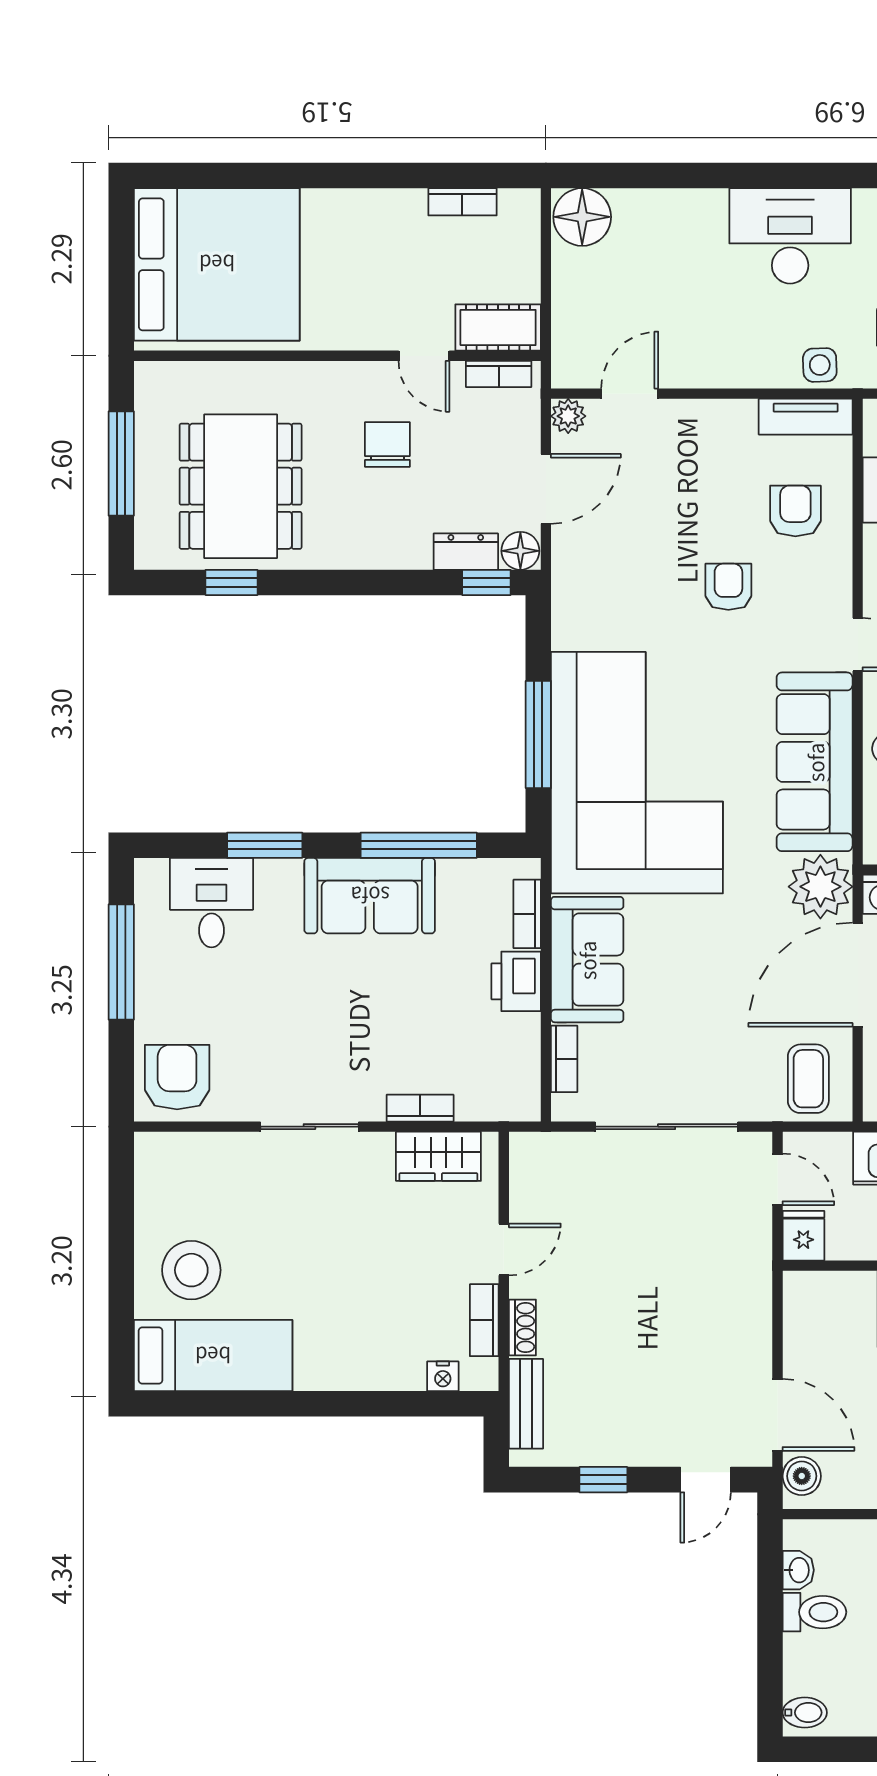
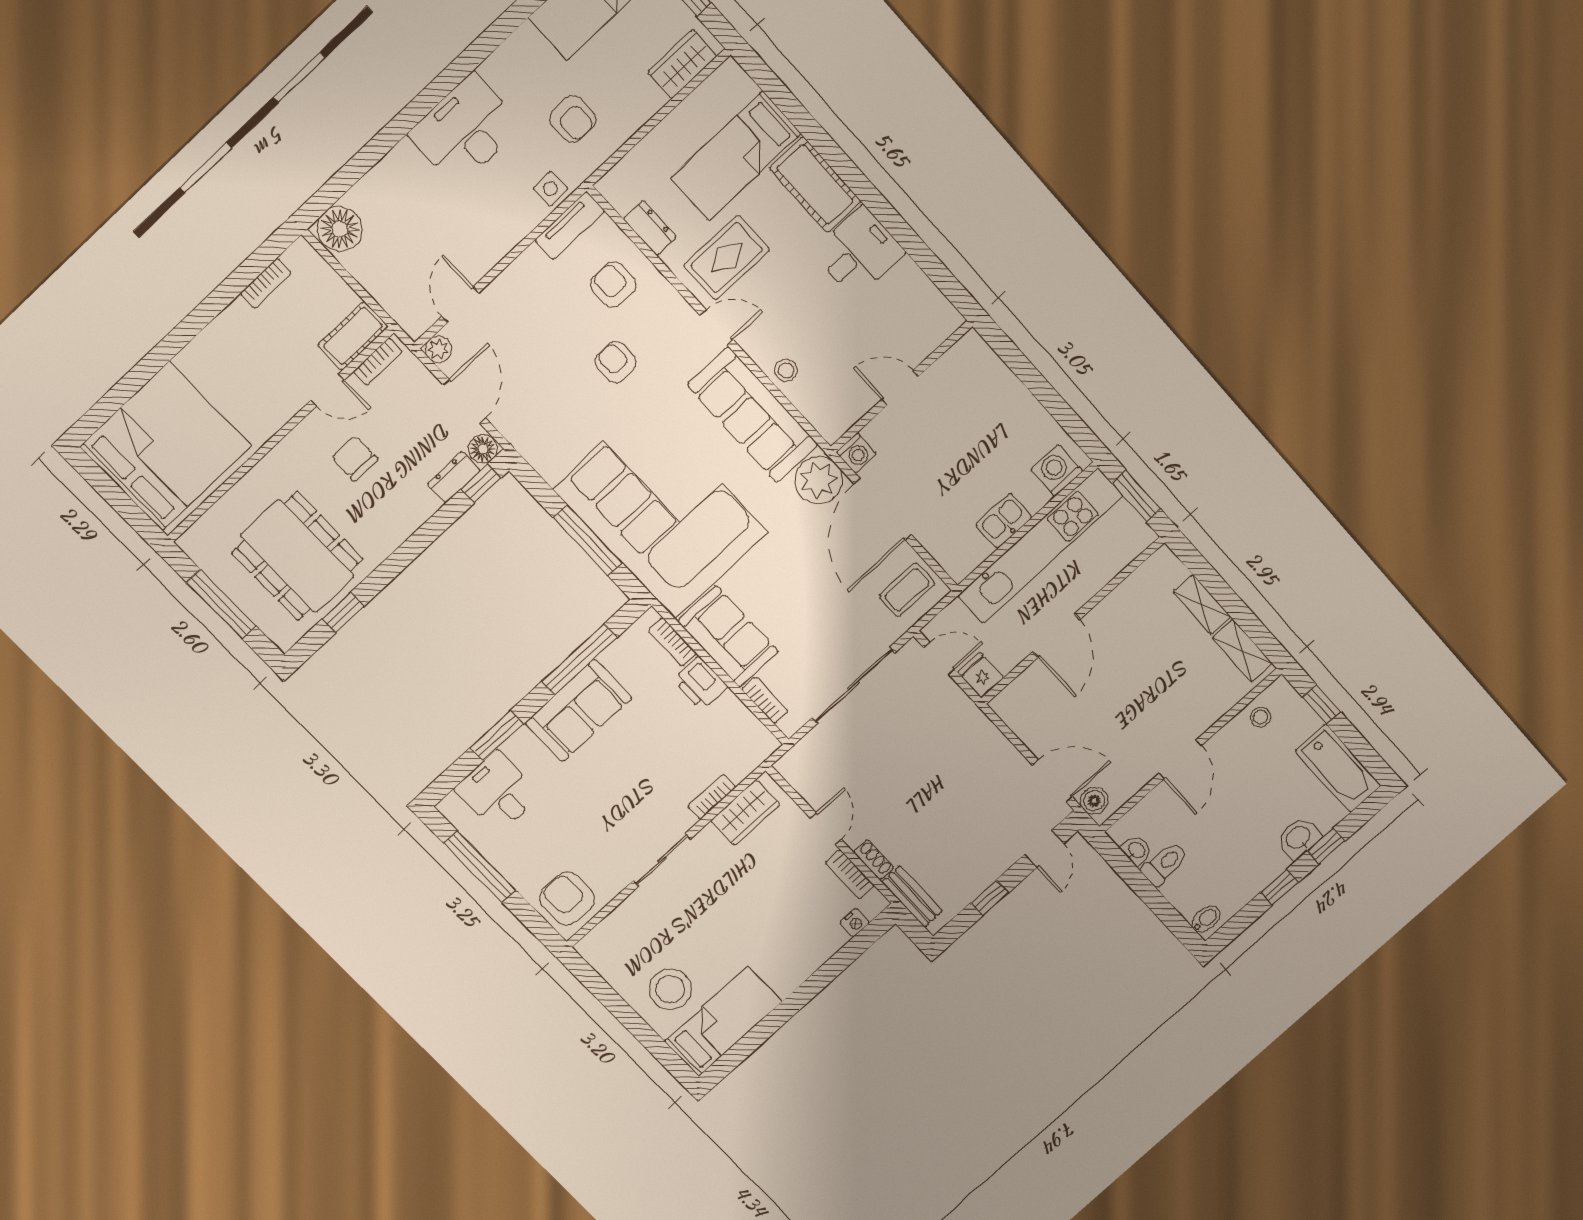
coffee table: (808, 1079) -> (907, 590), turned 90

